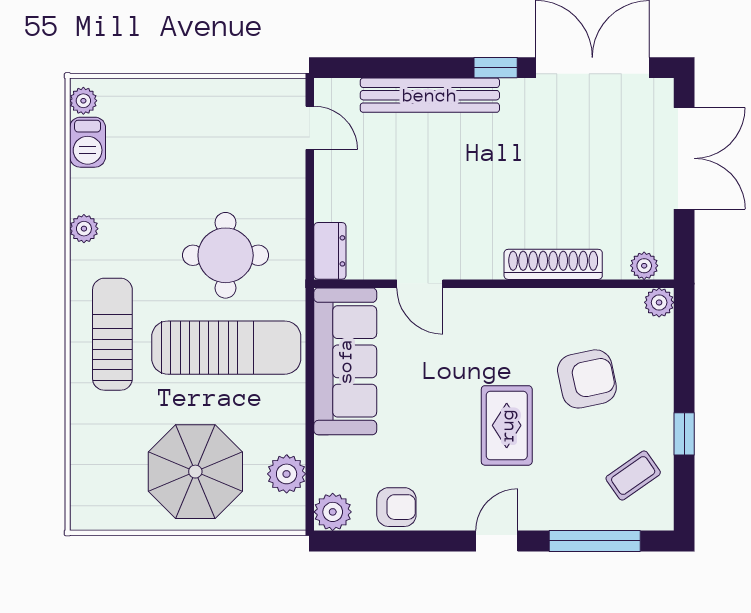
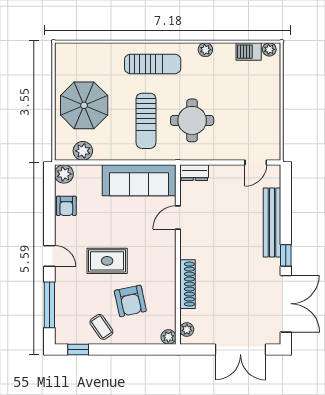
sun lounger: (226, 348) -> (146, 121), width x0.73, depth x0.75
window: (684, 434) -> (78, 349), moved
coffee table: (633, 475) -> (101, 327), moved

